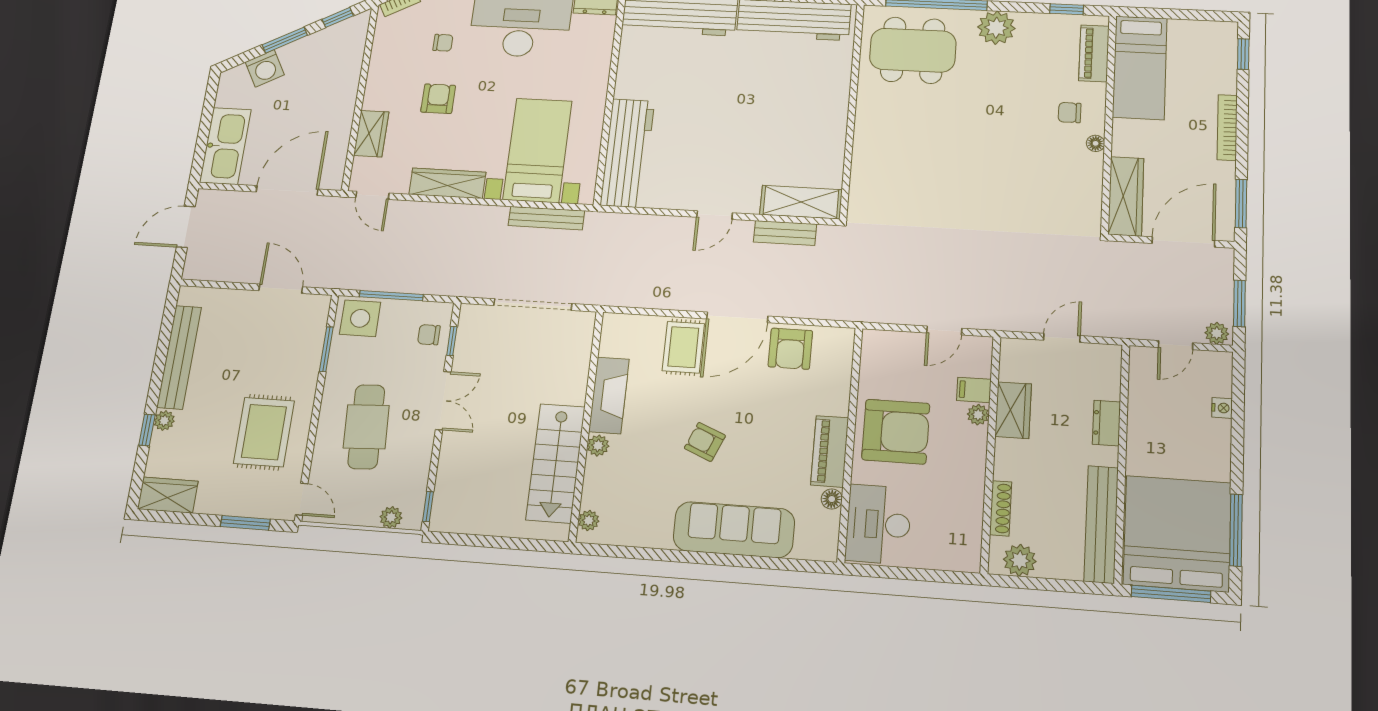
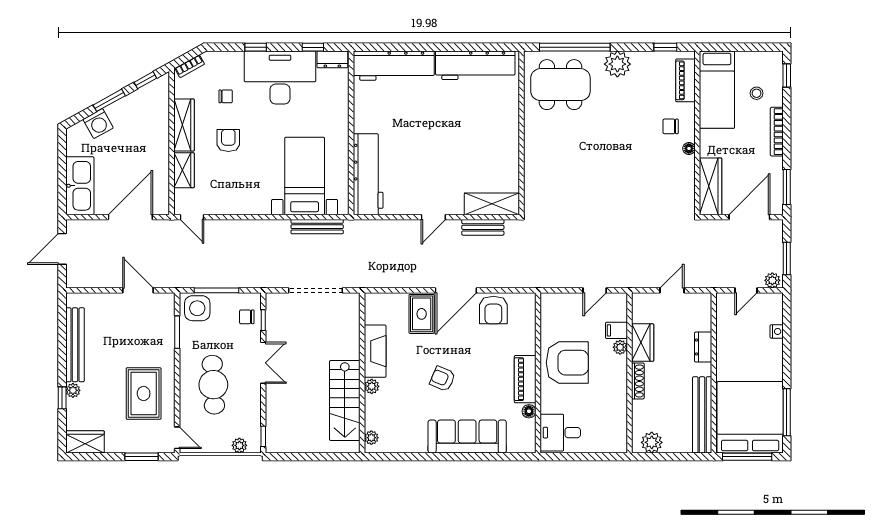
stool: (1198, 75) -> (757, 93), added
wardrobe: (447, 183) -> (184, 125), moved, turned 90
shoe rack: (1001, 508) -> (638, 381), moved
desk: (878, 524) -> (560, 433), width x0.73

